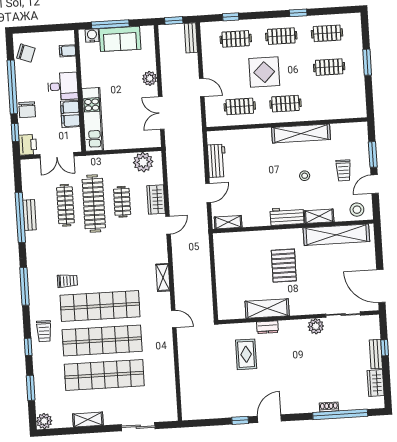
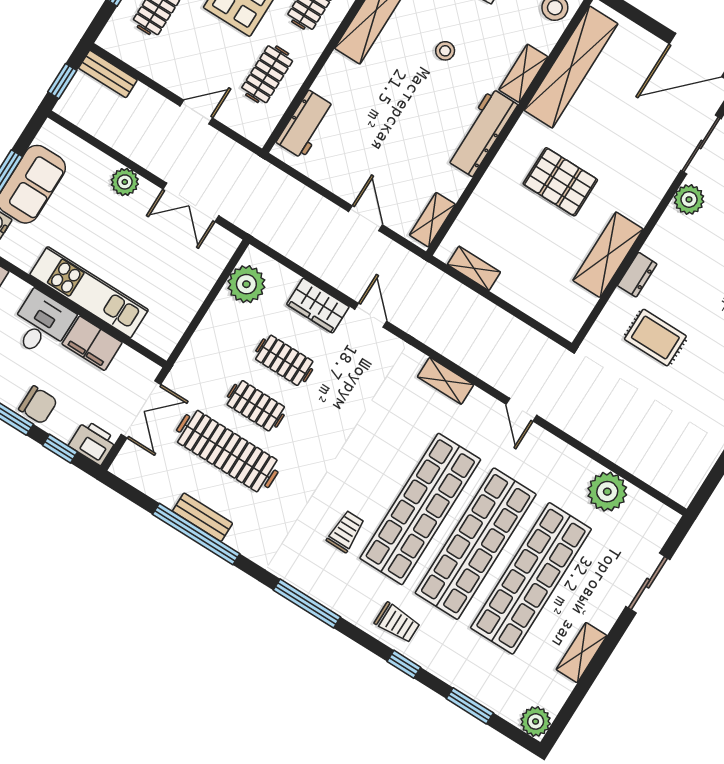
kitchen unit: (93, 119) -> (89, 292), moved
workbench: (217, 161) -> (306, 124), moved, turned 90
clothes rail: (94, 204) -> (256, 406), width x0.54, depth x0.76
clothes rail: (65, 205) -> (227, 451), width x1.37, depth x1.31
workbench: (287, 216) -> (482, 132), width x1.38
shelving: (220, 255) -> (474, 268), added
door: (174, 319) -> (521, 410), swing flipped
plant: (165, 381) -> (607, 492), added

